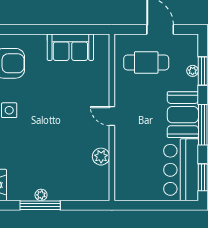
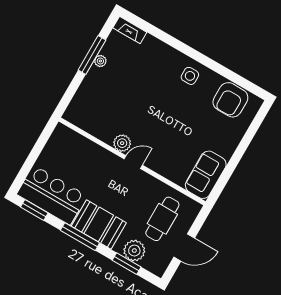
sofa: (70, 47) -> (206, 175), moved
plant: (193, 71) -> (134, 251), width x1.87, depth x1.87
plant: (101, 157) -> (122, 143), moved

